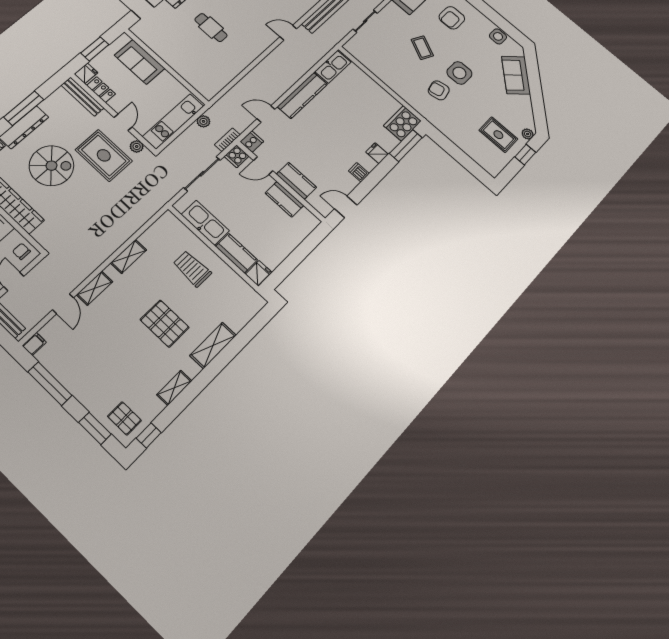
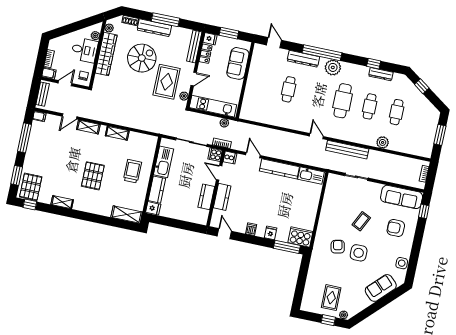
spiral stairs: (51, 166) -> (142, 58), turned -90
shelving: (213, 345) -> (127, 215), moved
pallet: (124, 418) -> (31, 187), width x1.50, depth x1.42

